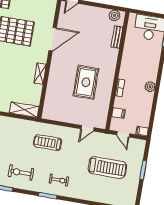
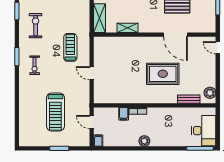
shelving: (40, 73) -> (127, 28), moved
rug: (86, 82) -> (163, 74), moved
filing cabinet: (119, 113) -> (124, 114), moved
door: (87, 128) -> (92, 73), moved
door: (123, 134) -> (92, 122), hinge flipped

